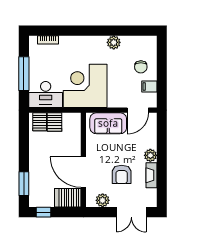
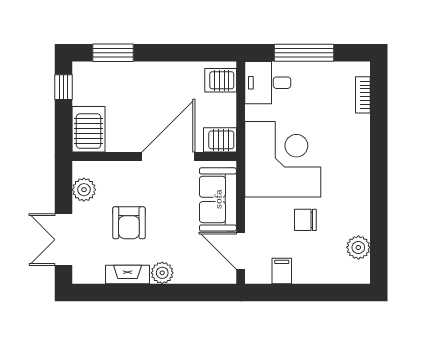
plant: (114, 42) -> (358, 247), moved
chair: (141, 67) -> (305, 220), moved
desk: (46, 95) -> (268, 83), width x0.73
server rack: (54, 122) -> (220, 140), moved
door: (83, 172) -> (168, 156), moved
armchair: (122, 174) -> (129, 223), turned -90

